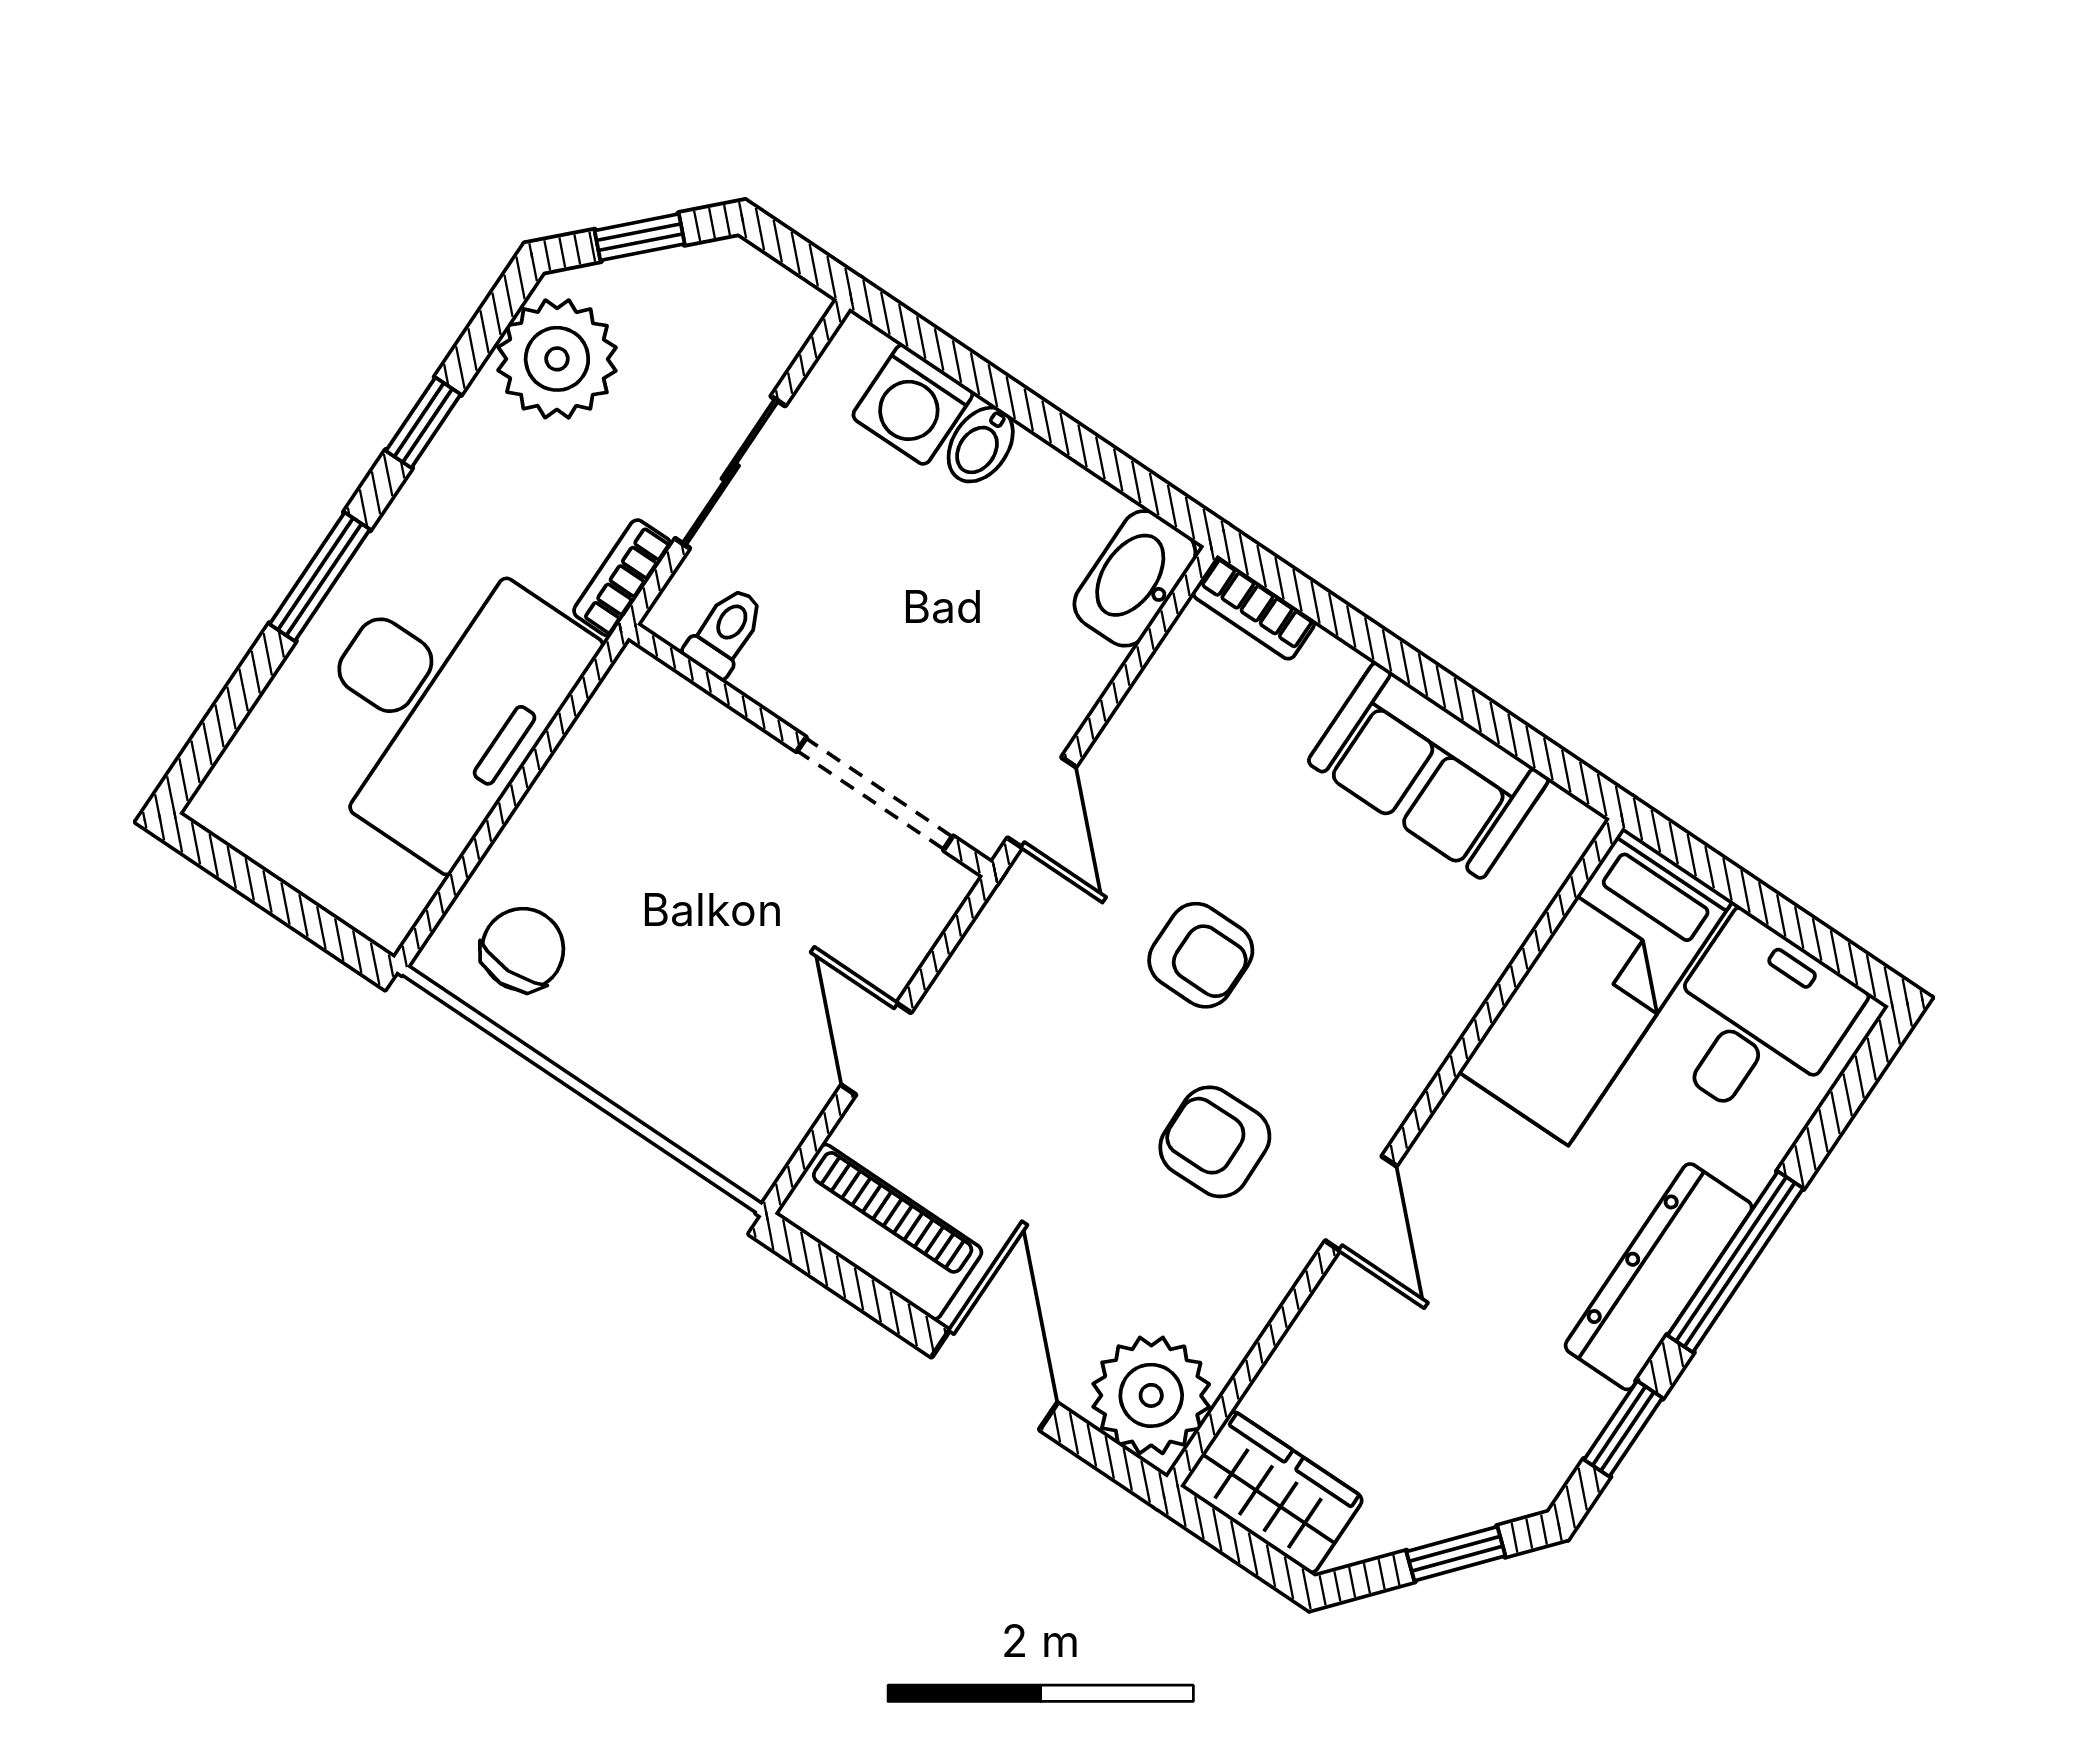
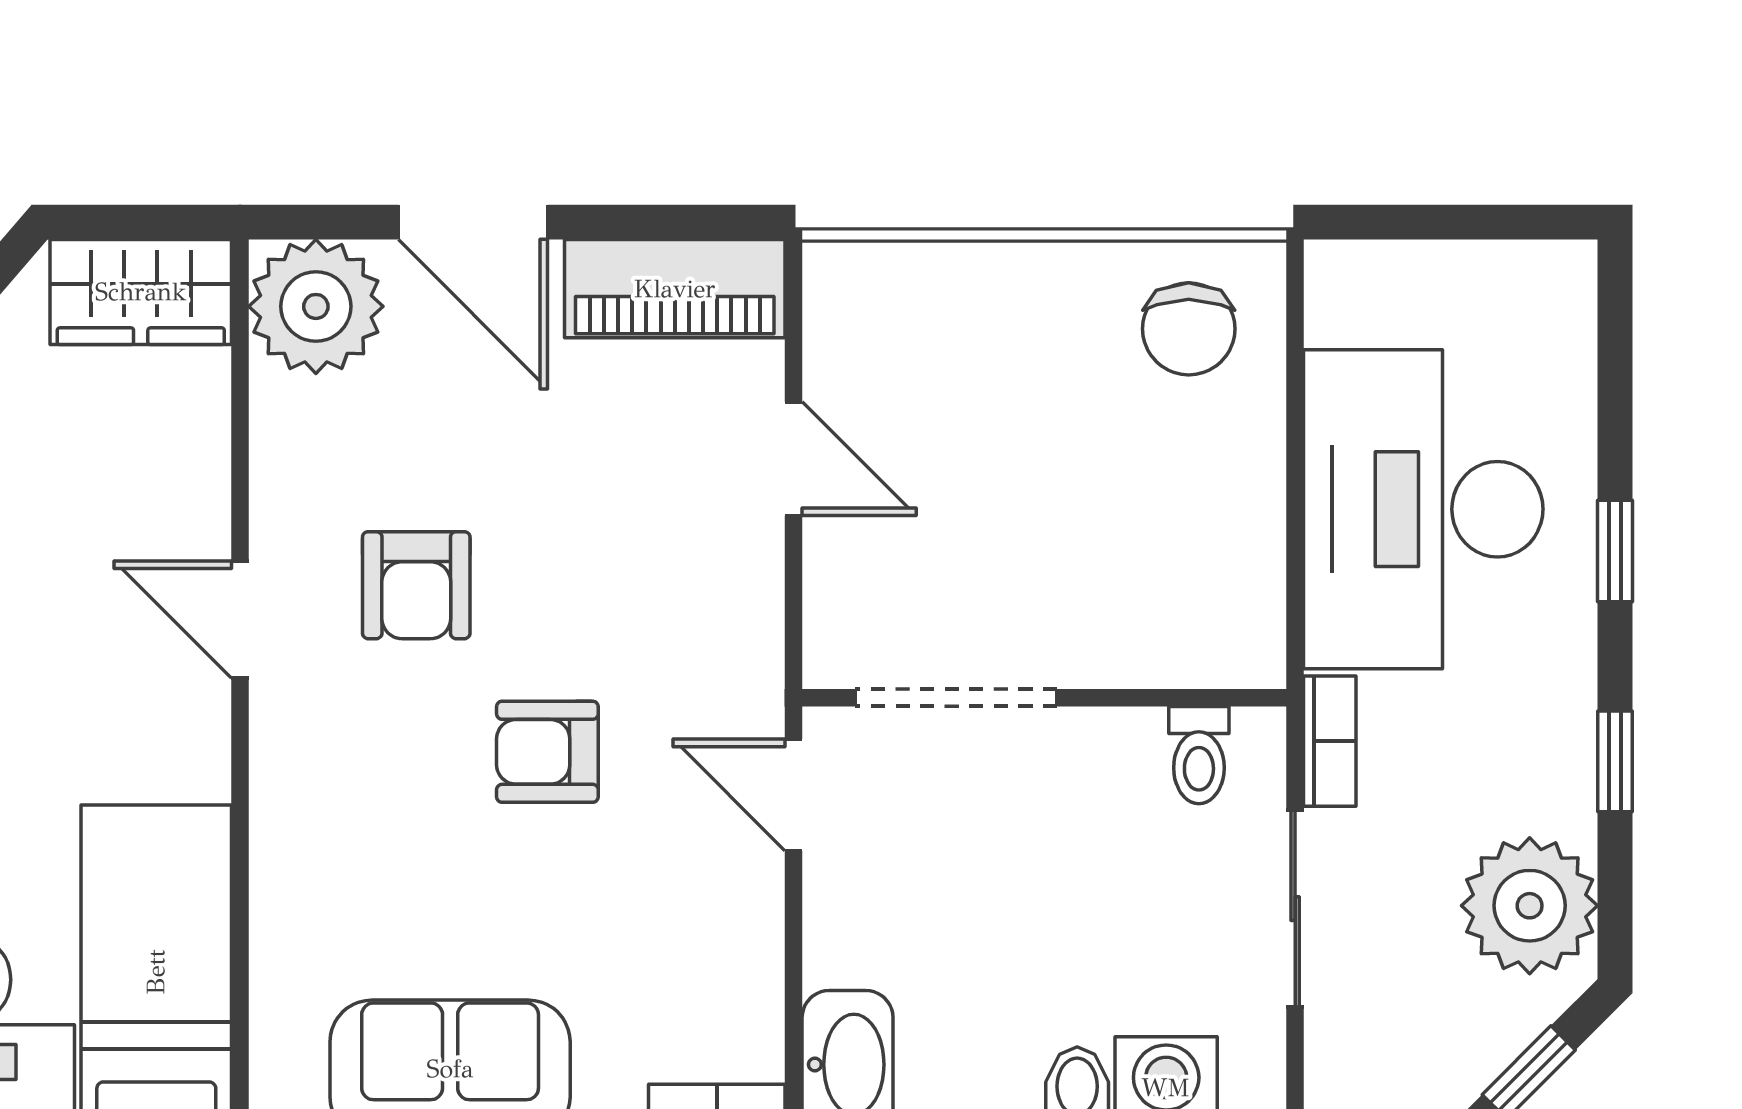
window: (320, 577) -> (1615, 551), width x0.67
armchair: (1215, 1142) -> (416, 585), turned 91

